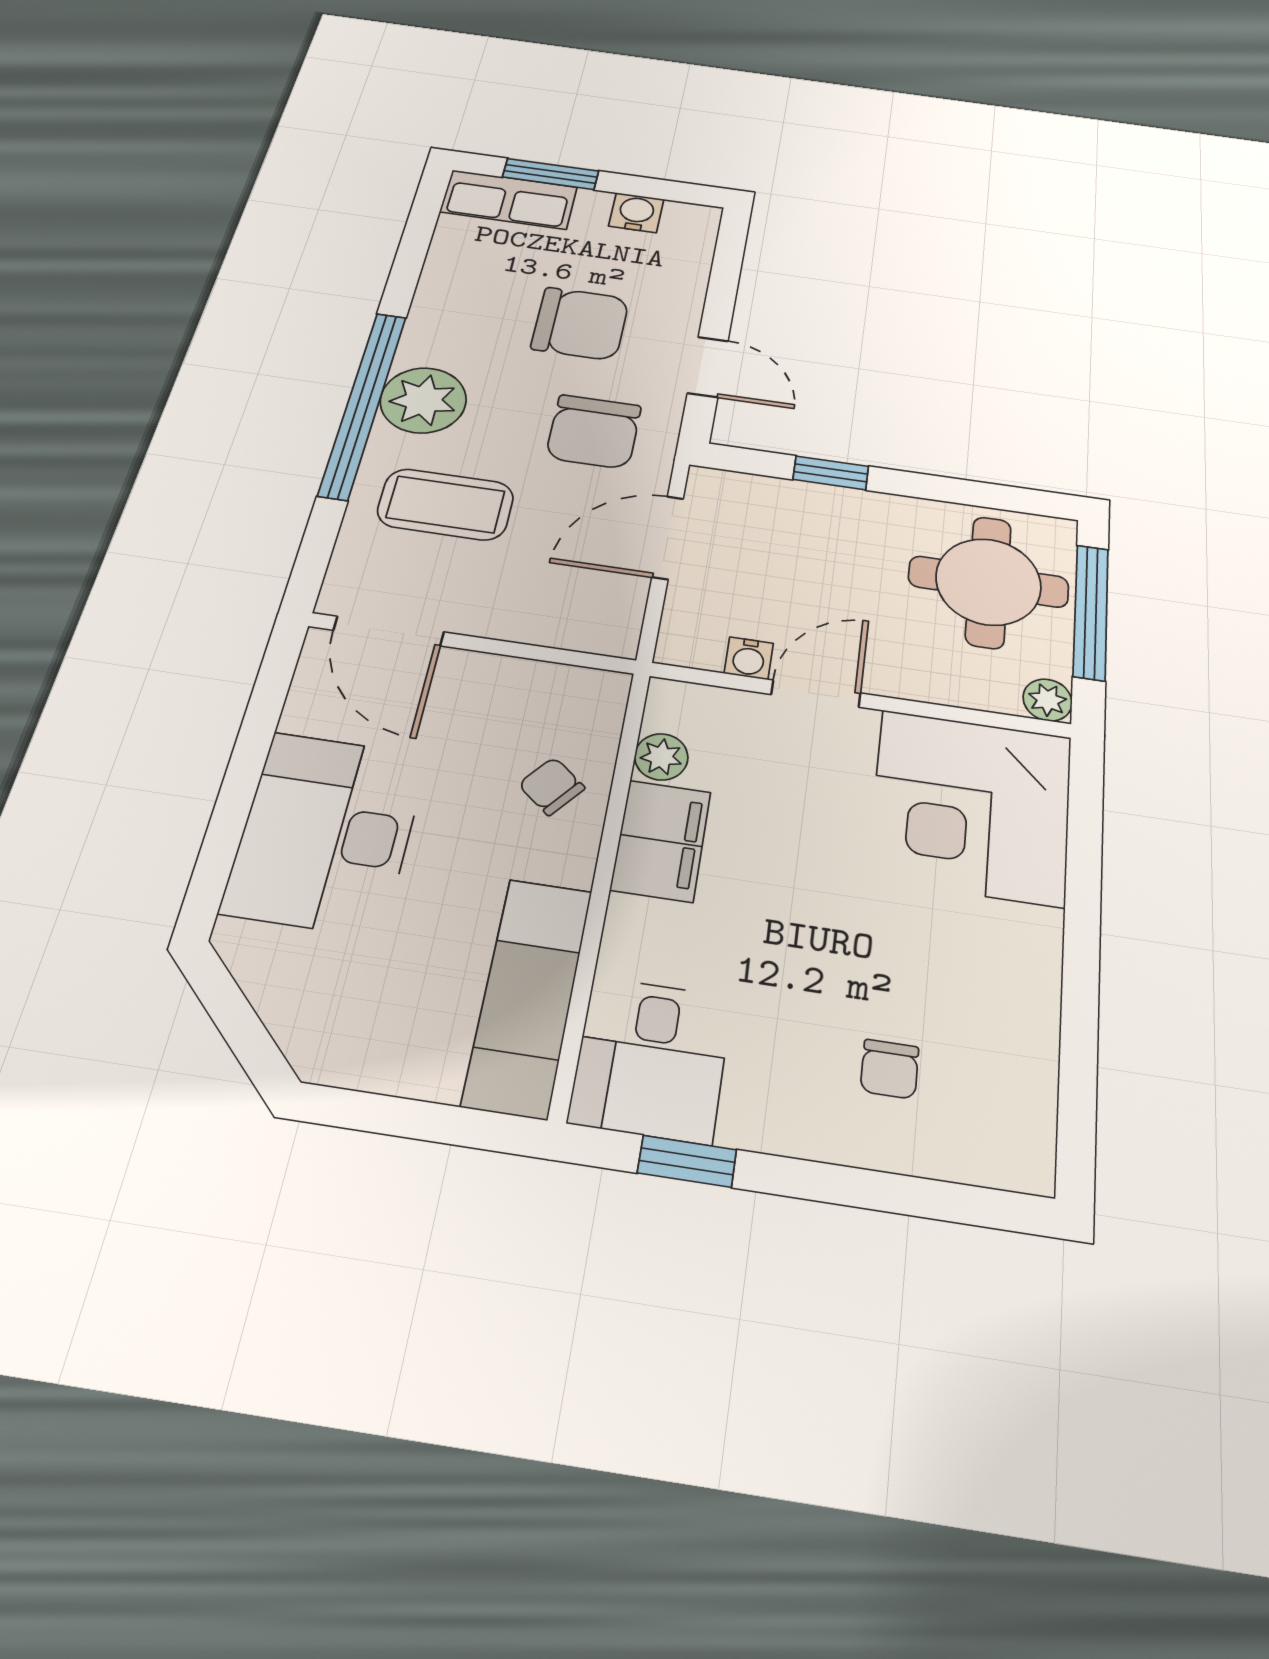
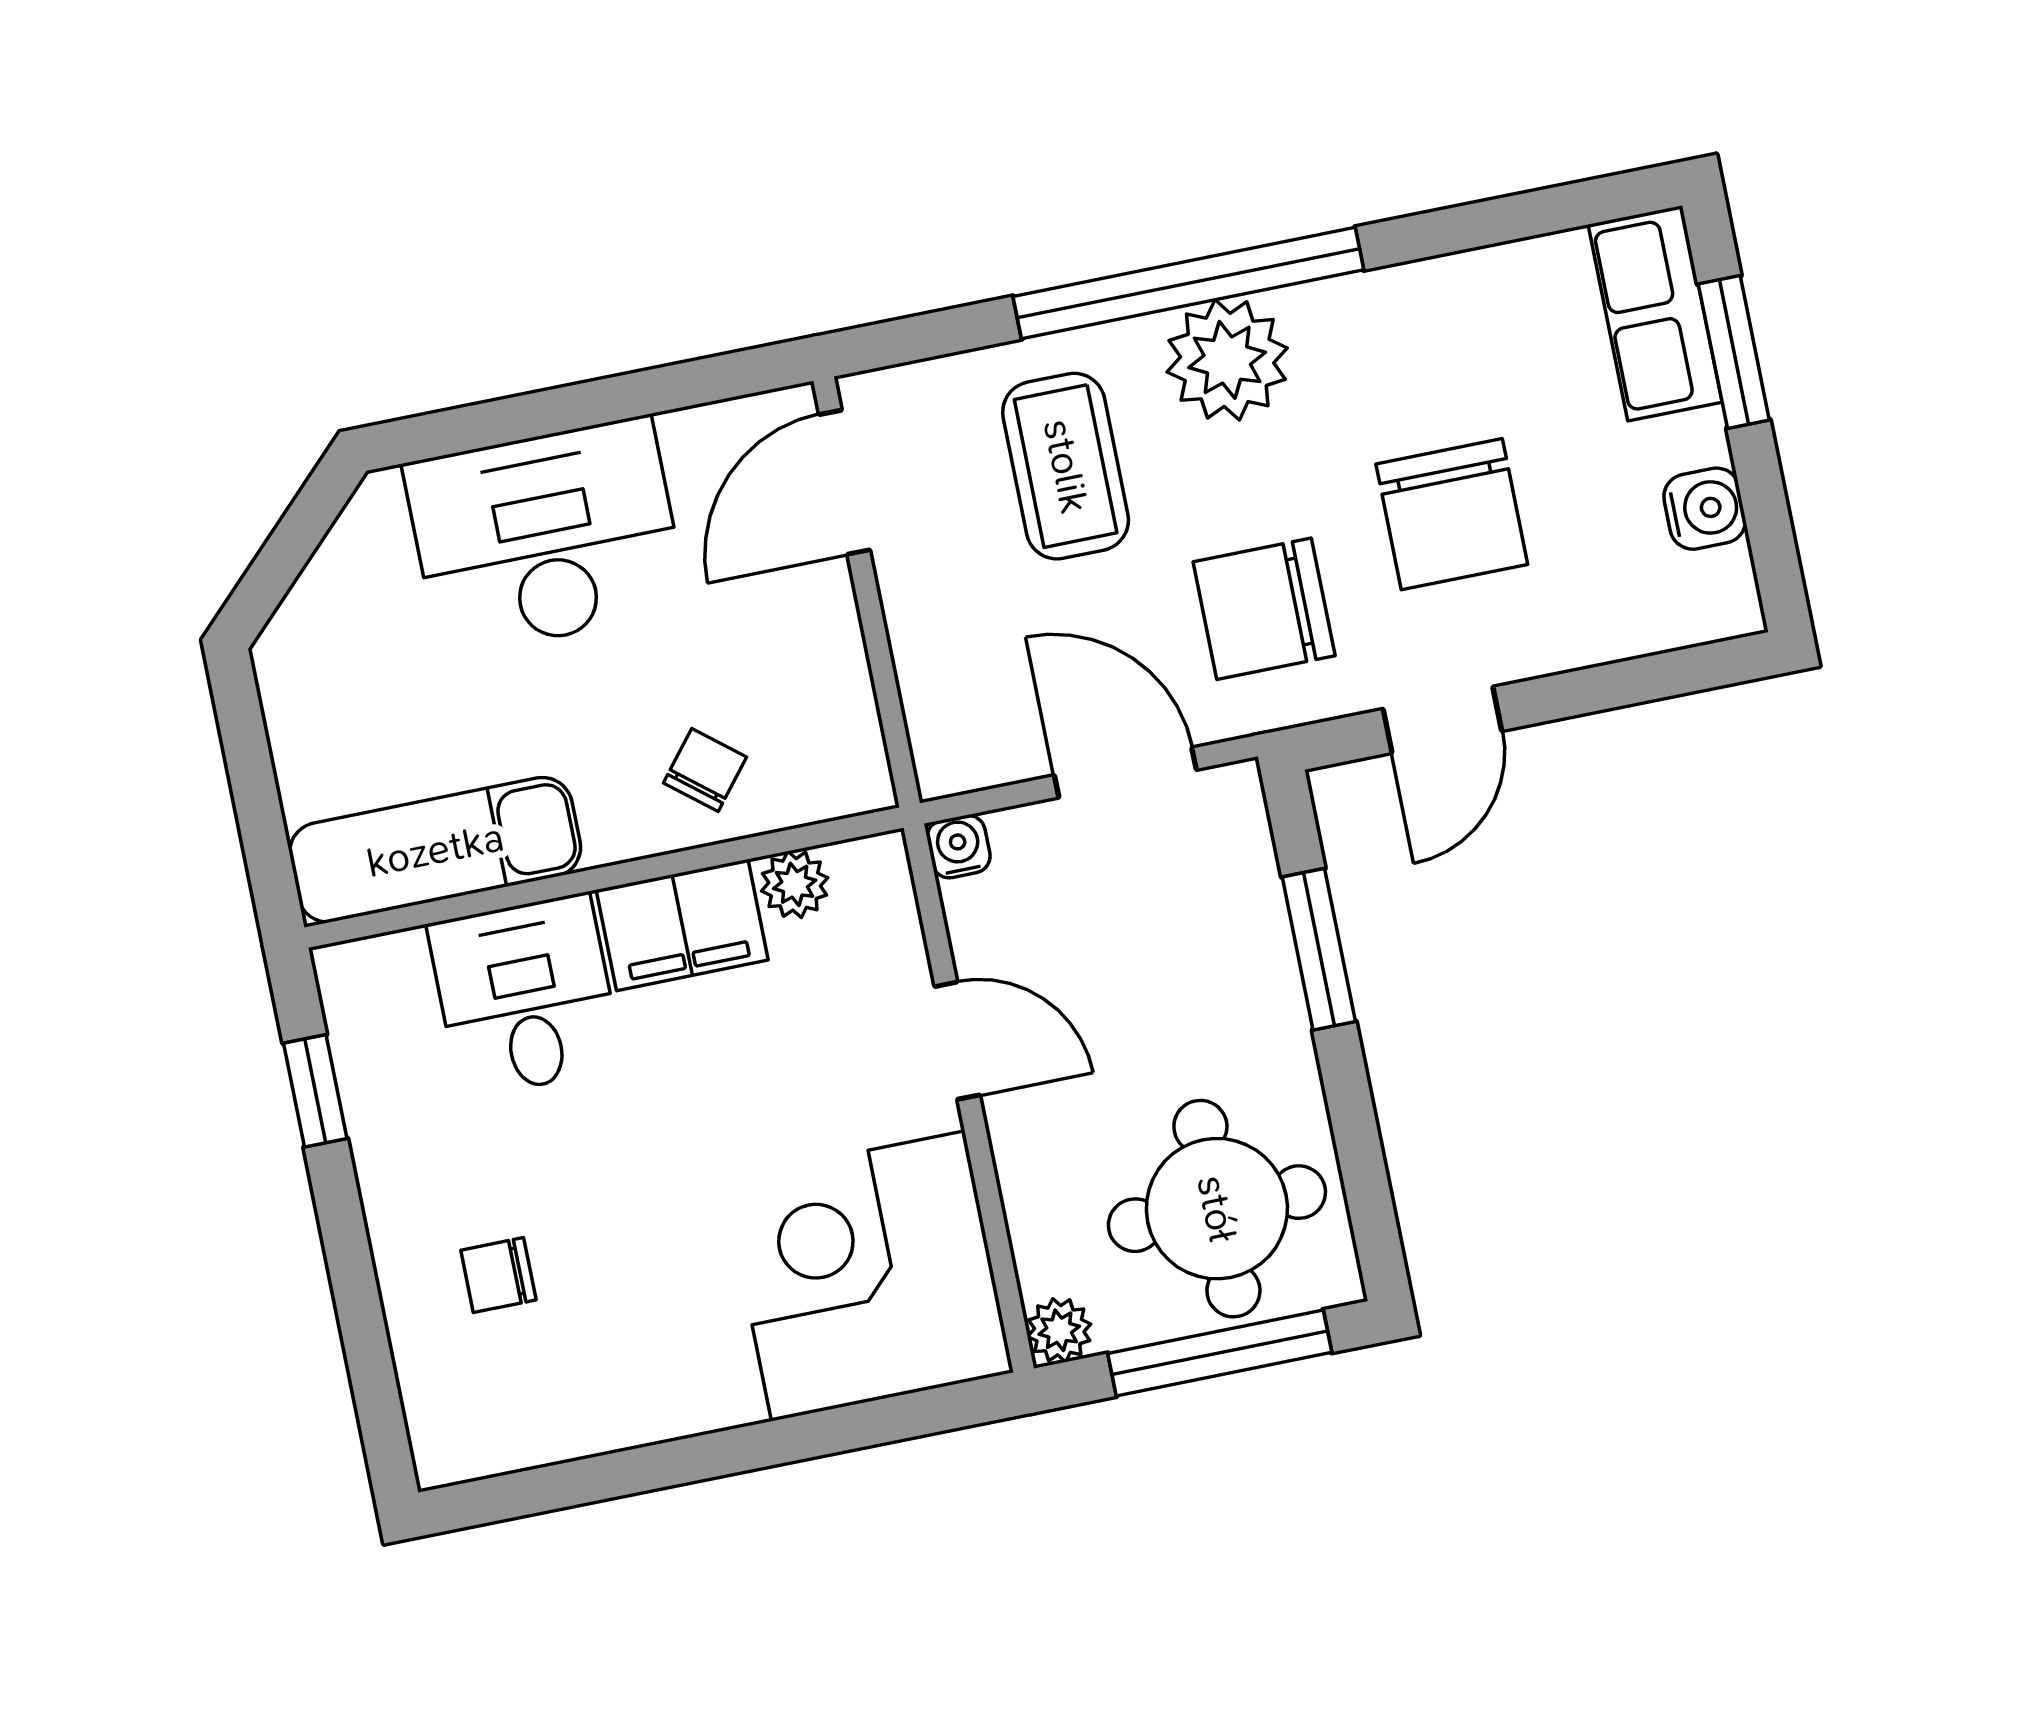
window: (831, 473) -> (1319, 949), width x1.50
water cooler: (749, 658) -> (959, 847), moved, turned 90
desk: (651, 1059) -> (525, 996), moved, turned 90

